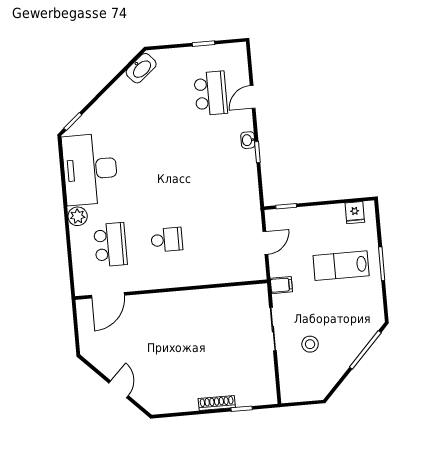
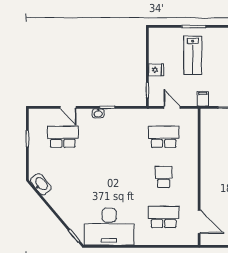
fridge: (355, 213) -> (156, 70), moved
plant: (78, 216) -> (142, 238), removed
school desk: (223, 235) -> (164, 137), added

